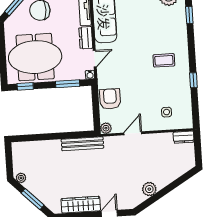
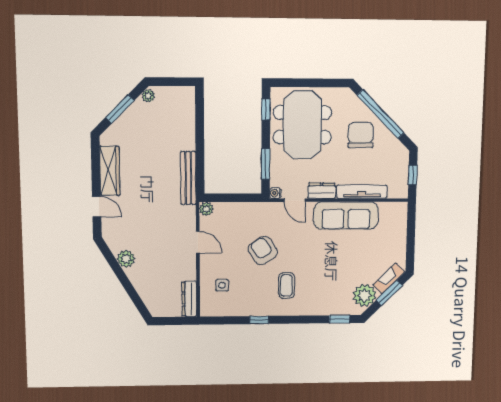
armchair: (110, 99) -> (263, 251), moved, turned -124
dresser: (184, 137) -> (189, 299), width x1.44

